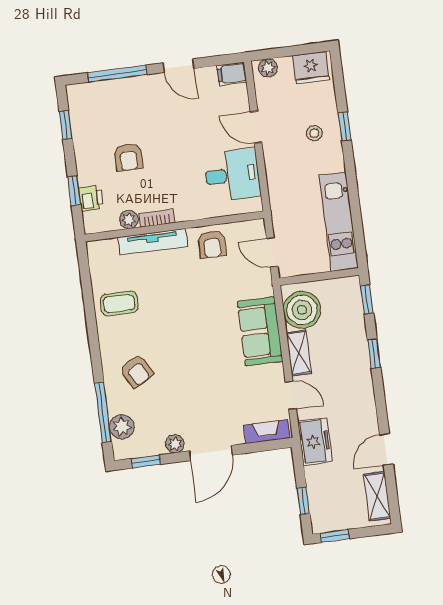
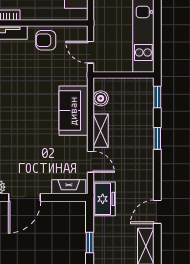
armchair: (212, 244) -> (46, 40), turned 90
boiler: (302, 310) -> (101, 98), width x0.54, depth x0.54

